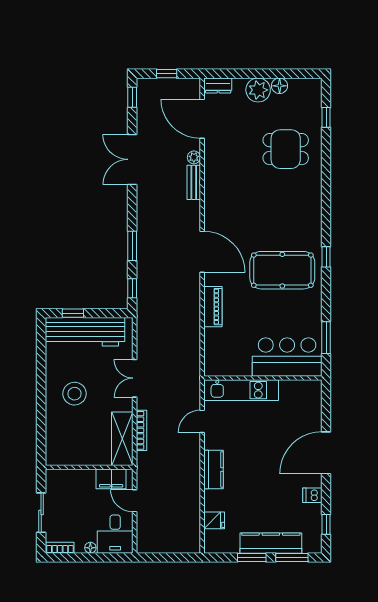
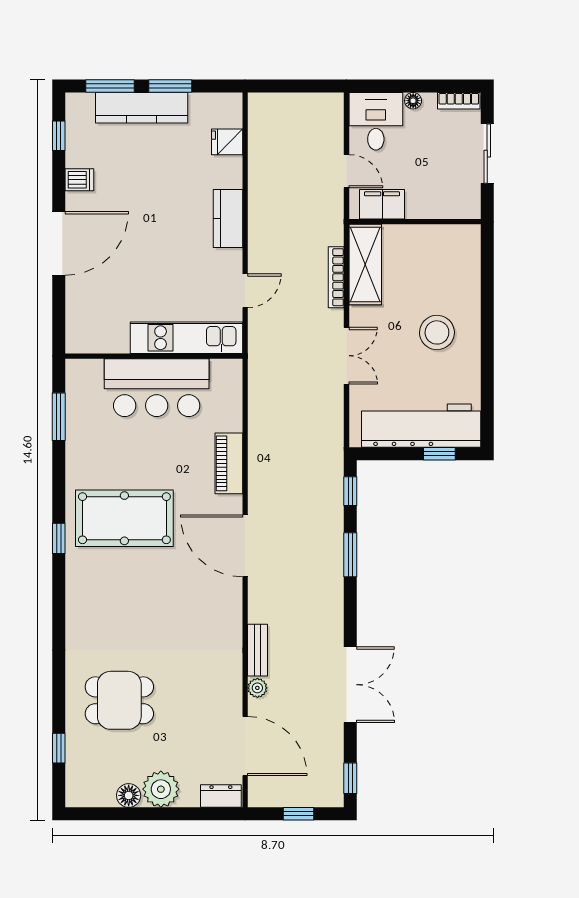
bar counter: (287, 357) -> (157, 388), moved

